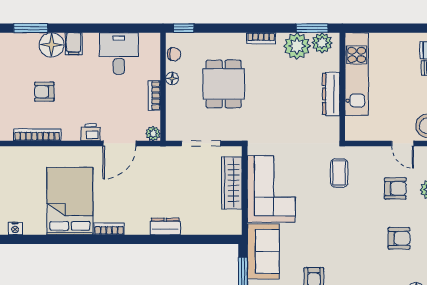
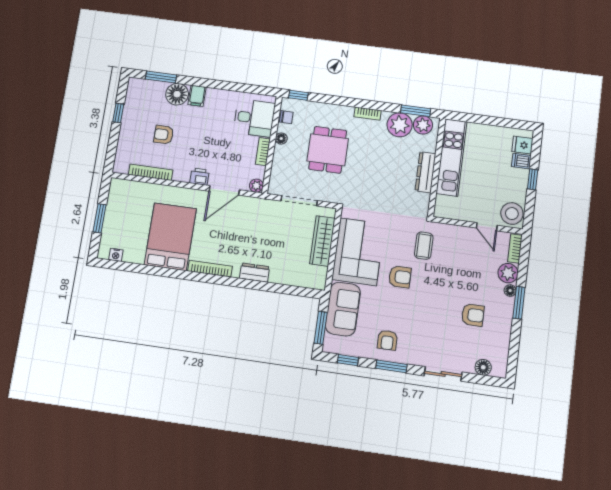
desk: (119, 53) -> (254, 118), moved, turned 90
armchair: (395, 189) -> (400, 277), moved
bookcase: (109, 229) -> (210, 269), width x1.56

